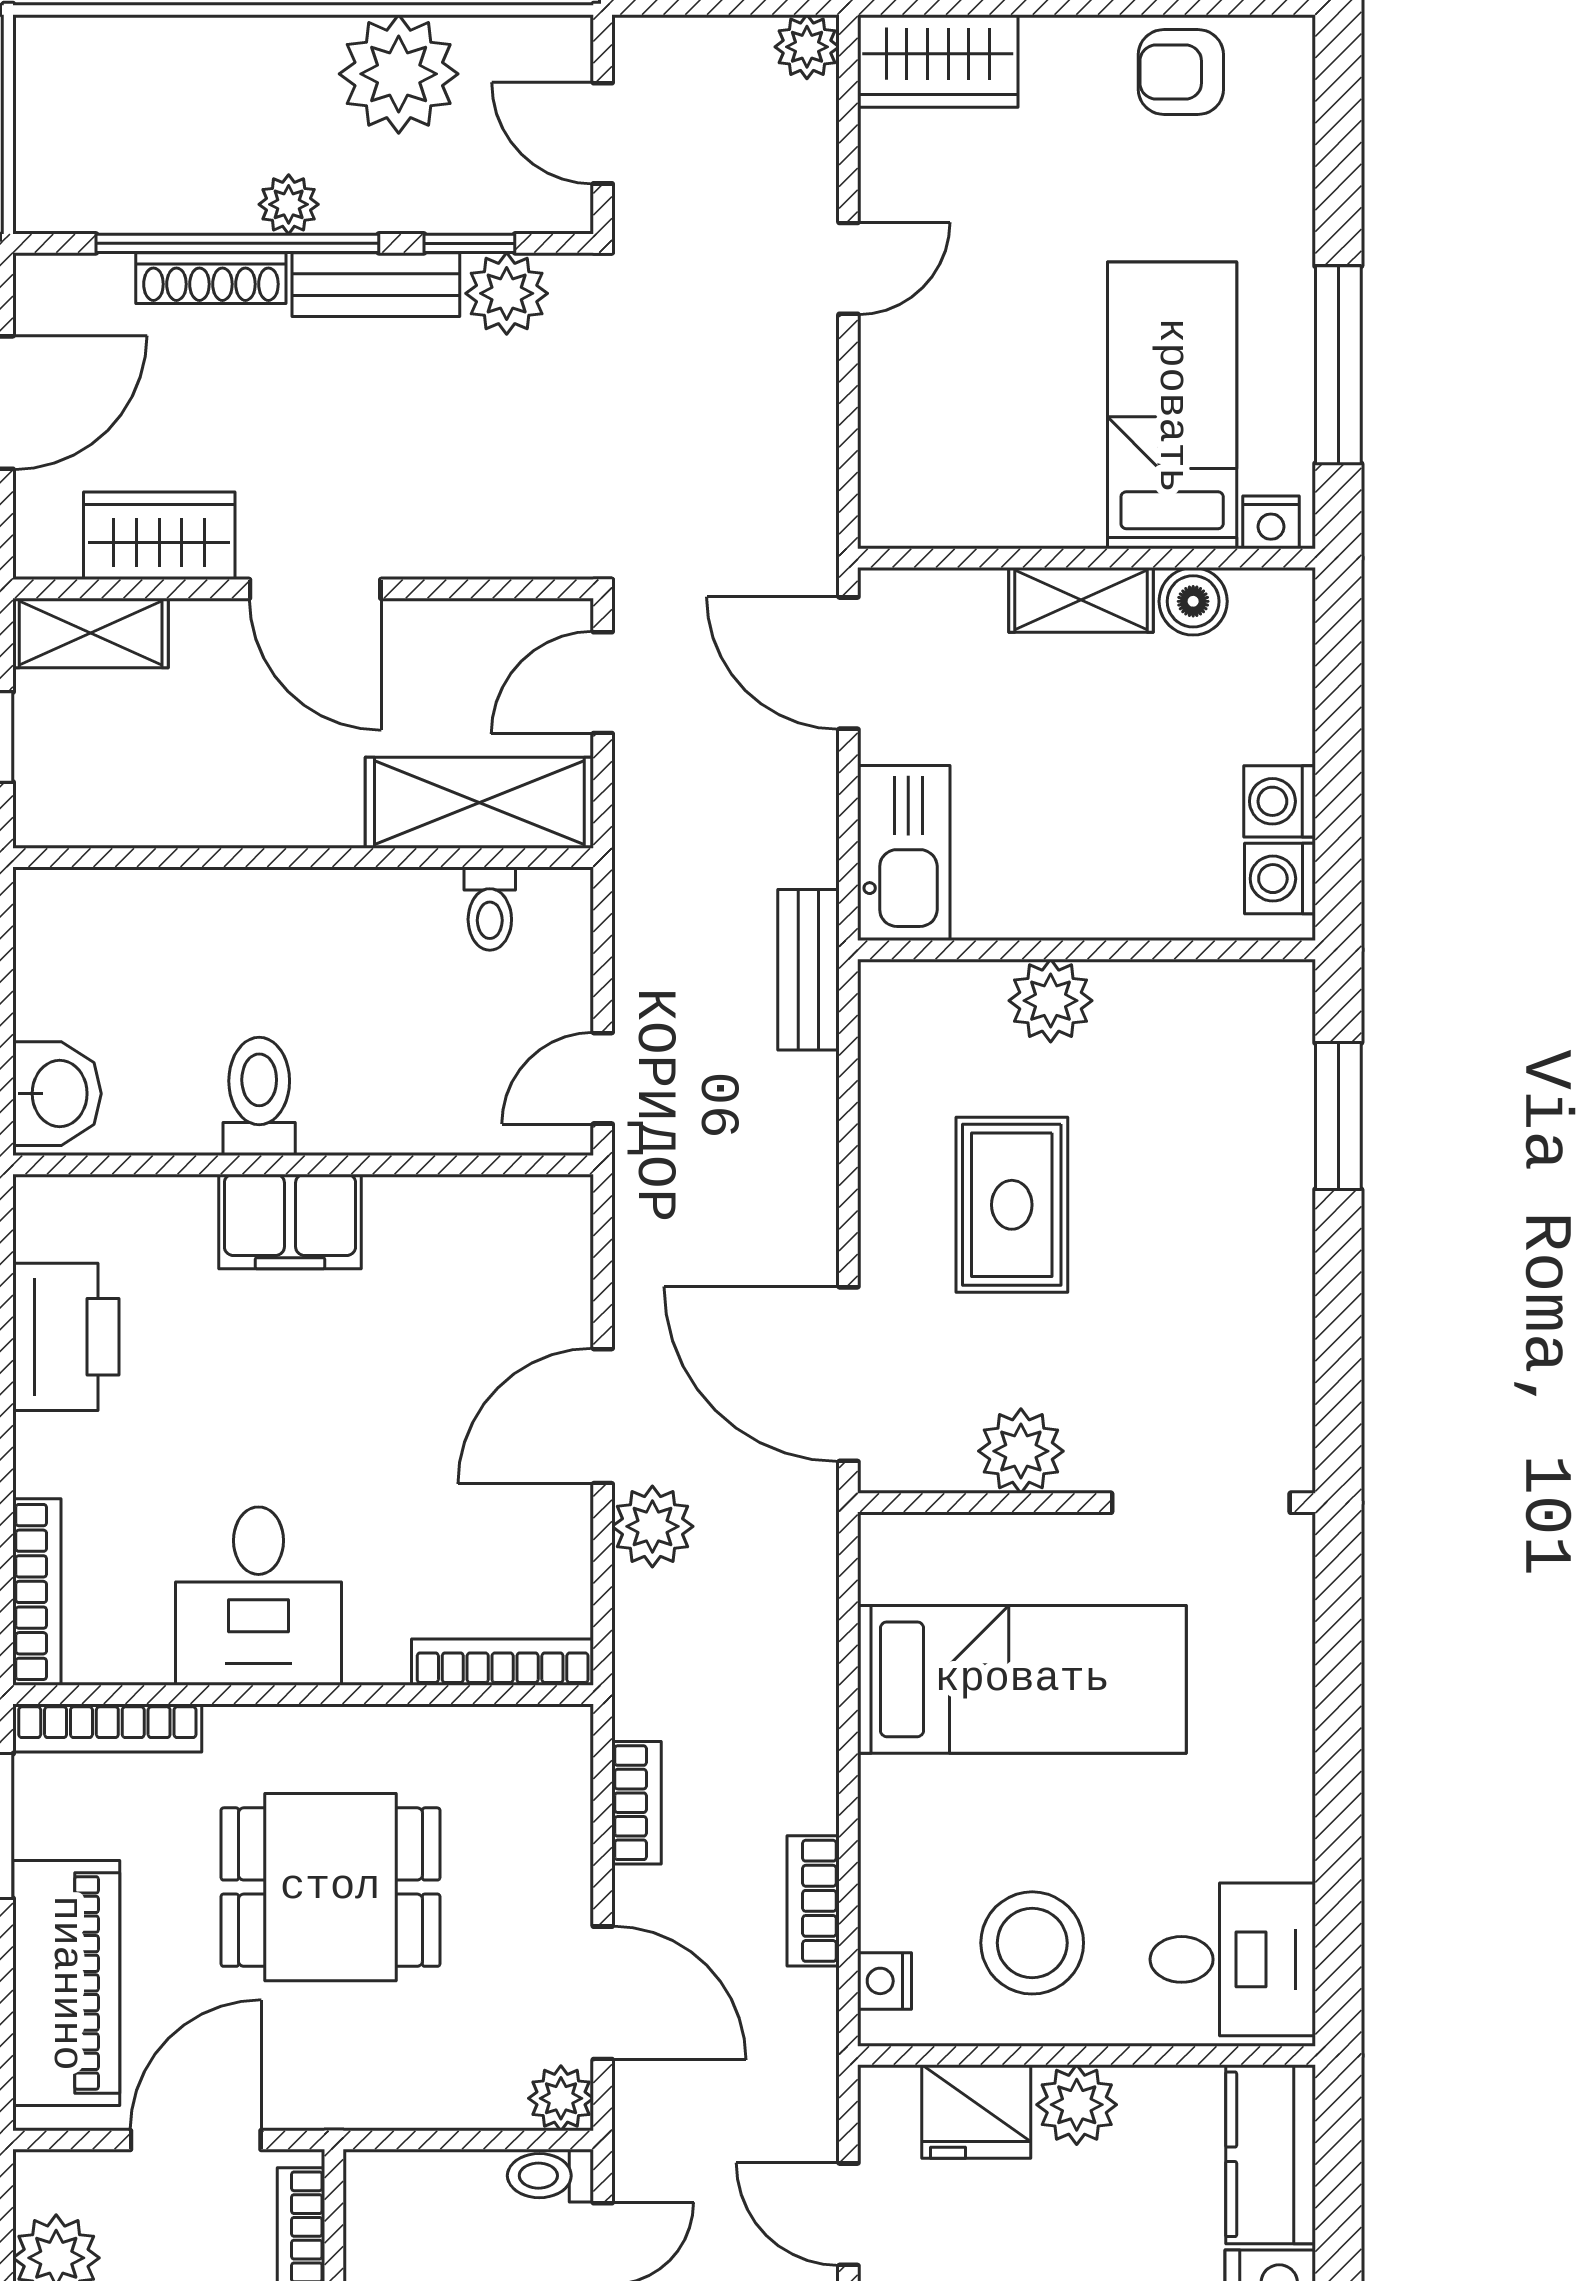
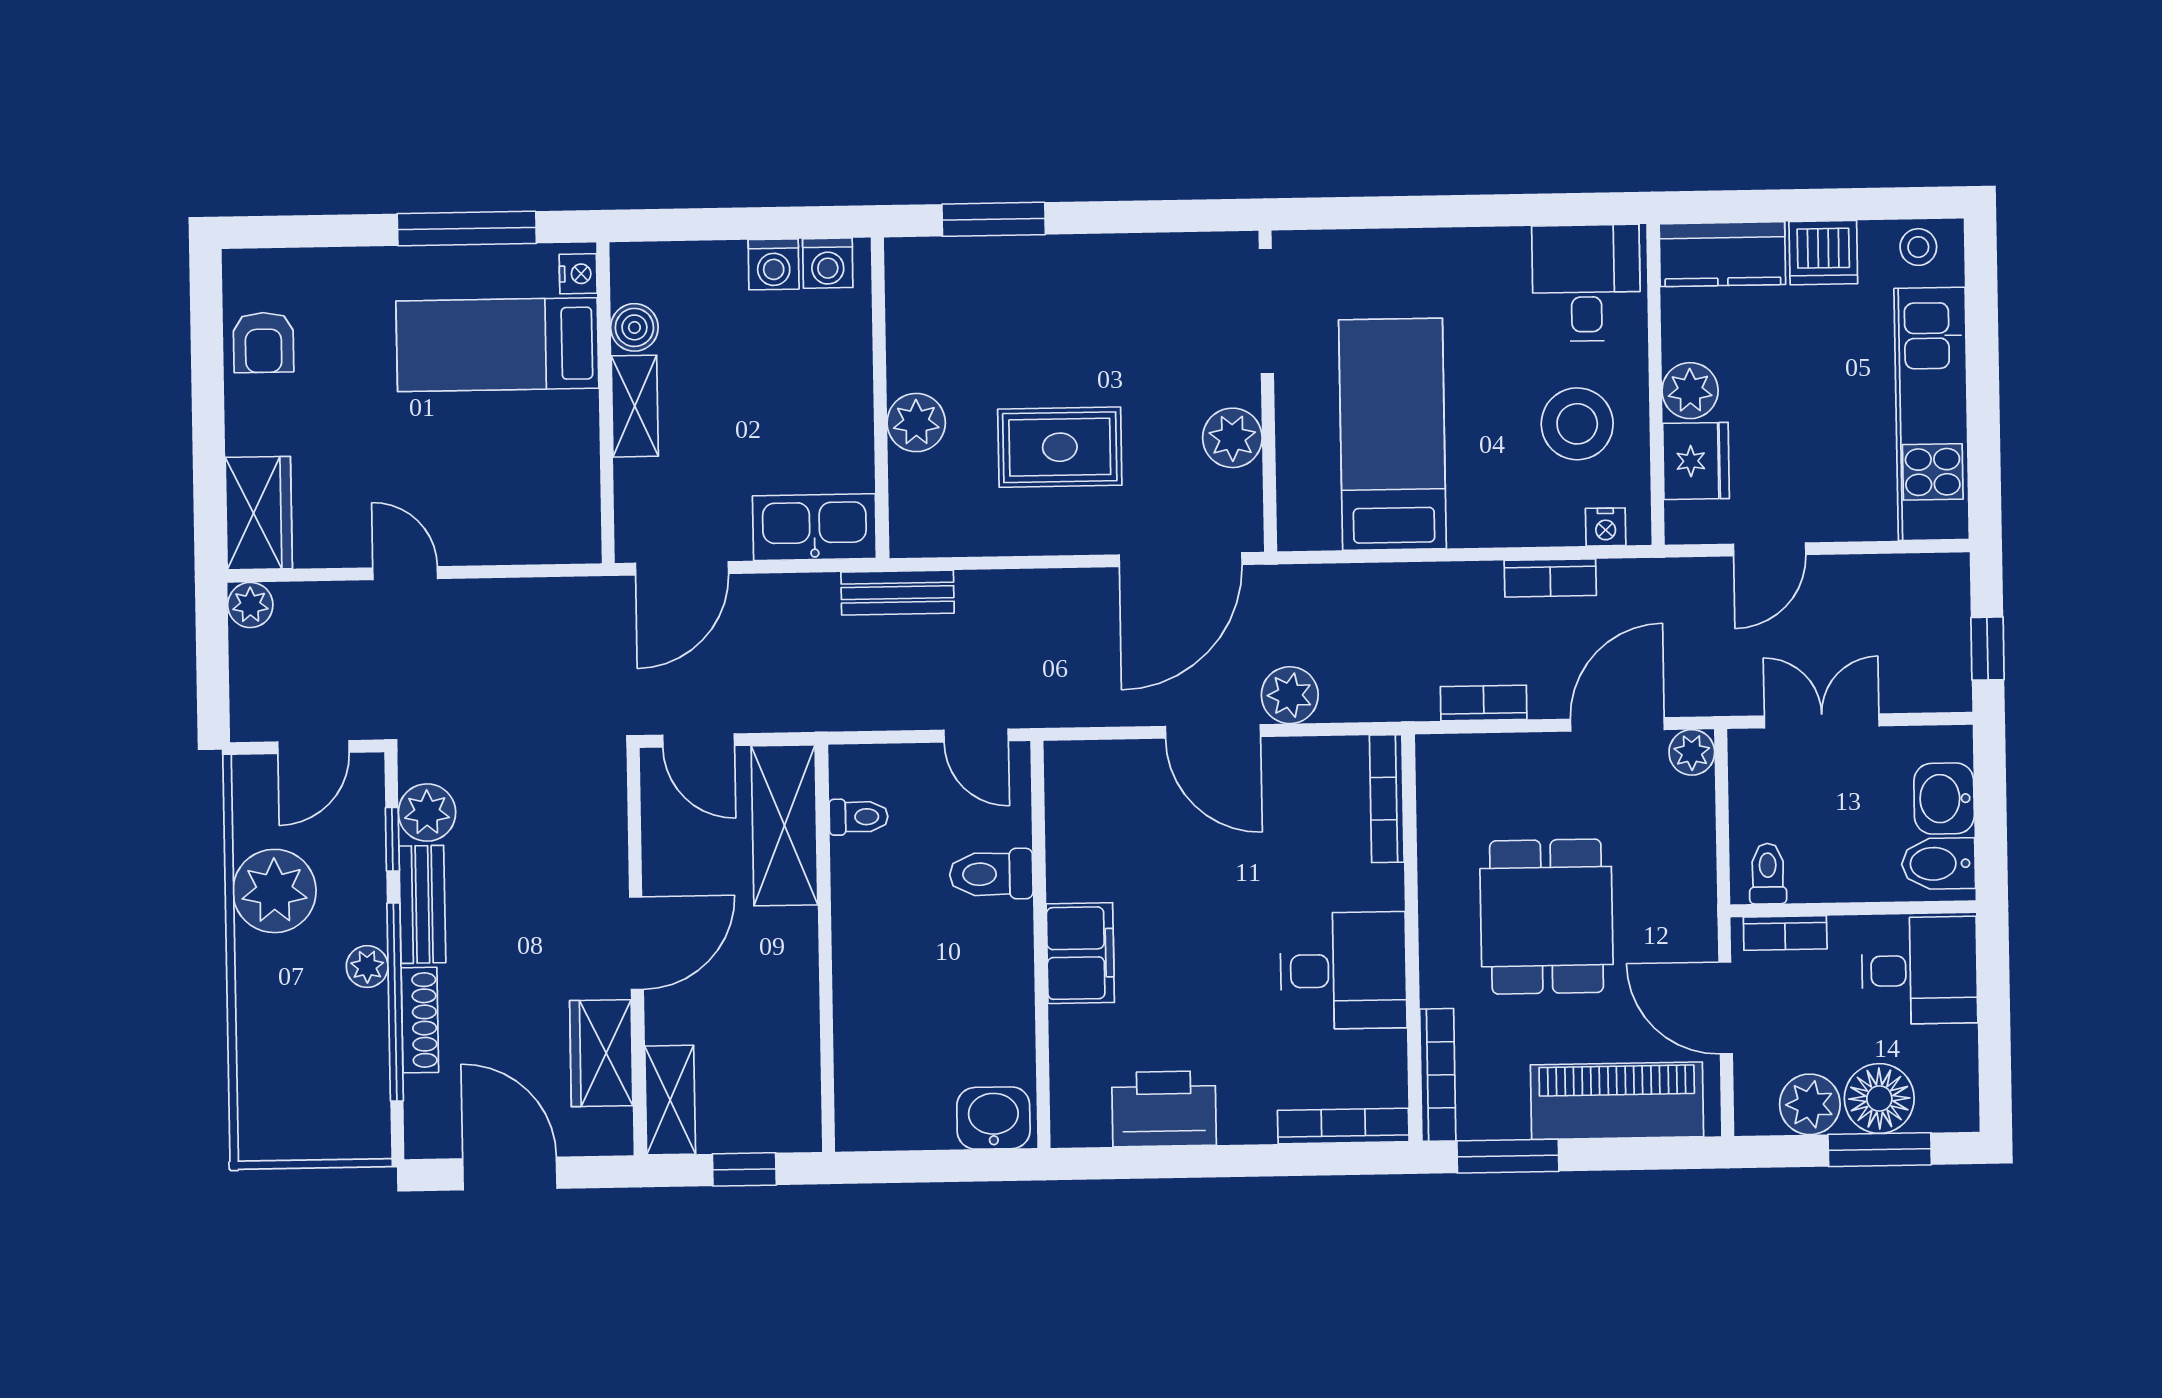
toilet: (259, 1096) -> (991, 874), moved
toilet: (550, 2176) -> (1768, 874), moved, turned 180

